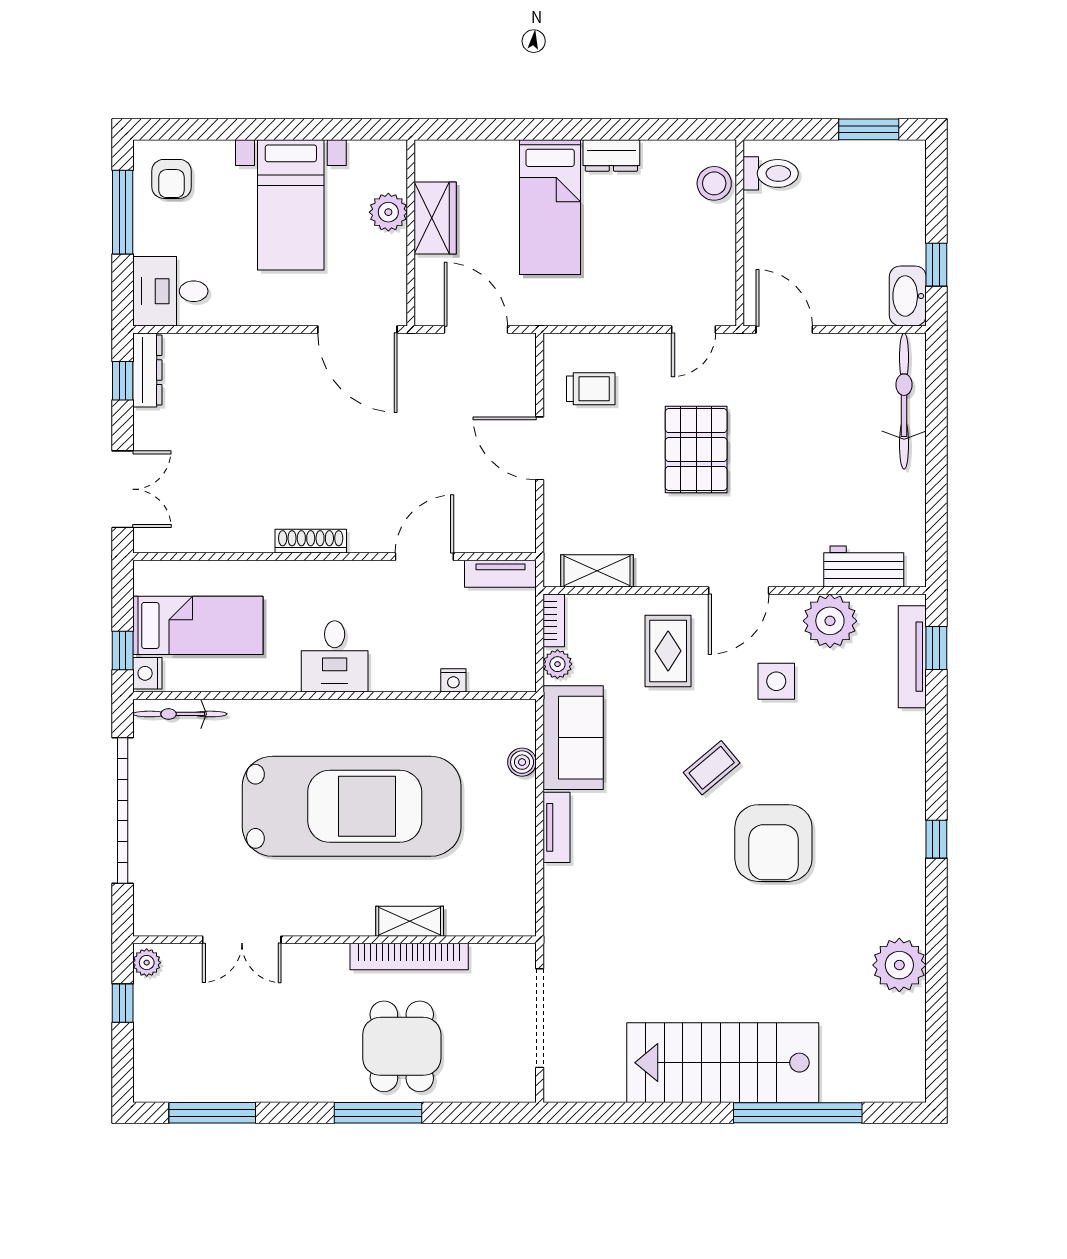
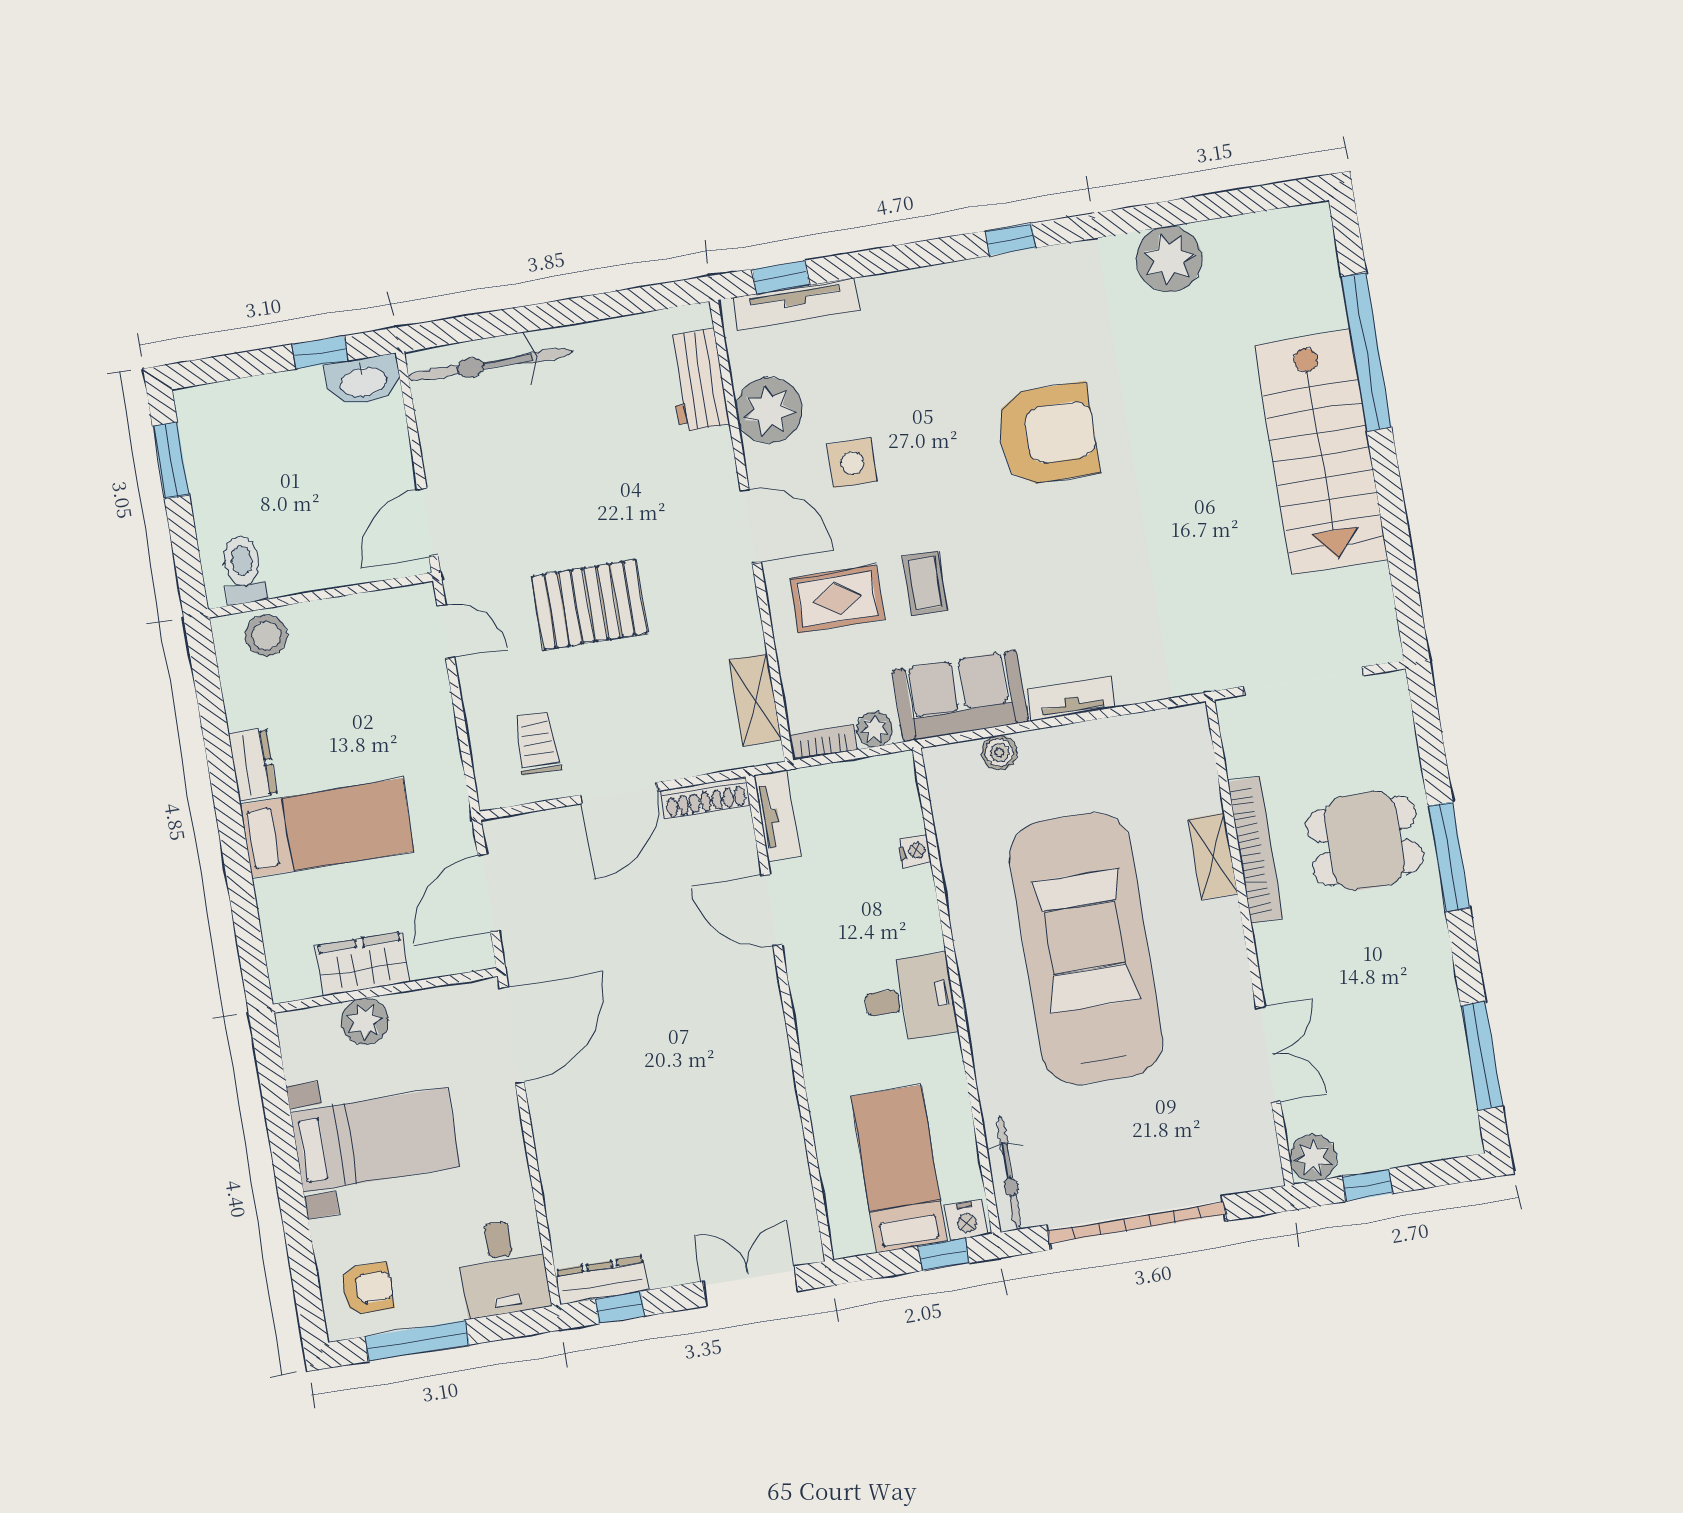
shoe rack: (311, 541) -> (705, 798), moved, turned -90
coffee table: (712, 768) -> (925, 583), moved, turned 40
plant: (147, 963) -> (1313, 1158), width x1.38, depth x1.38

